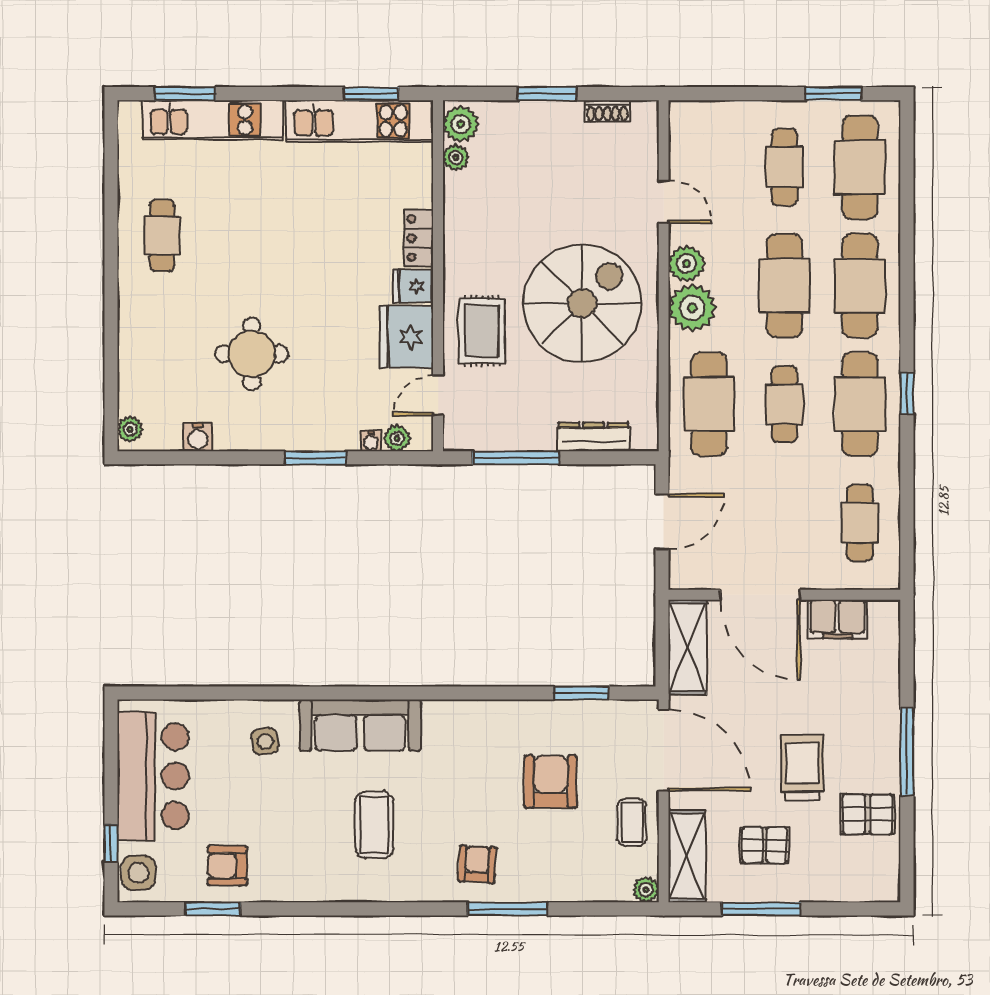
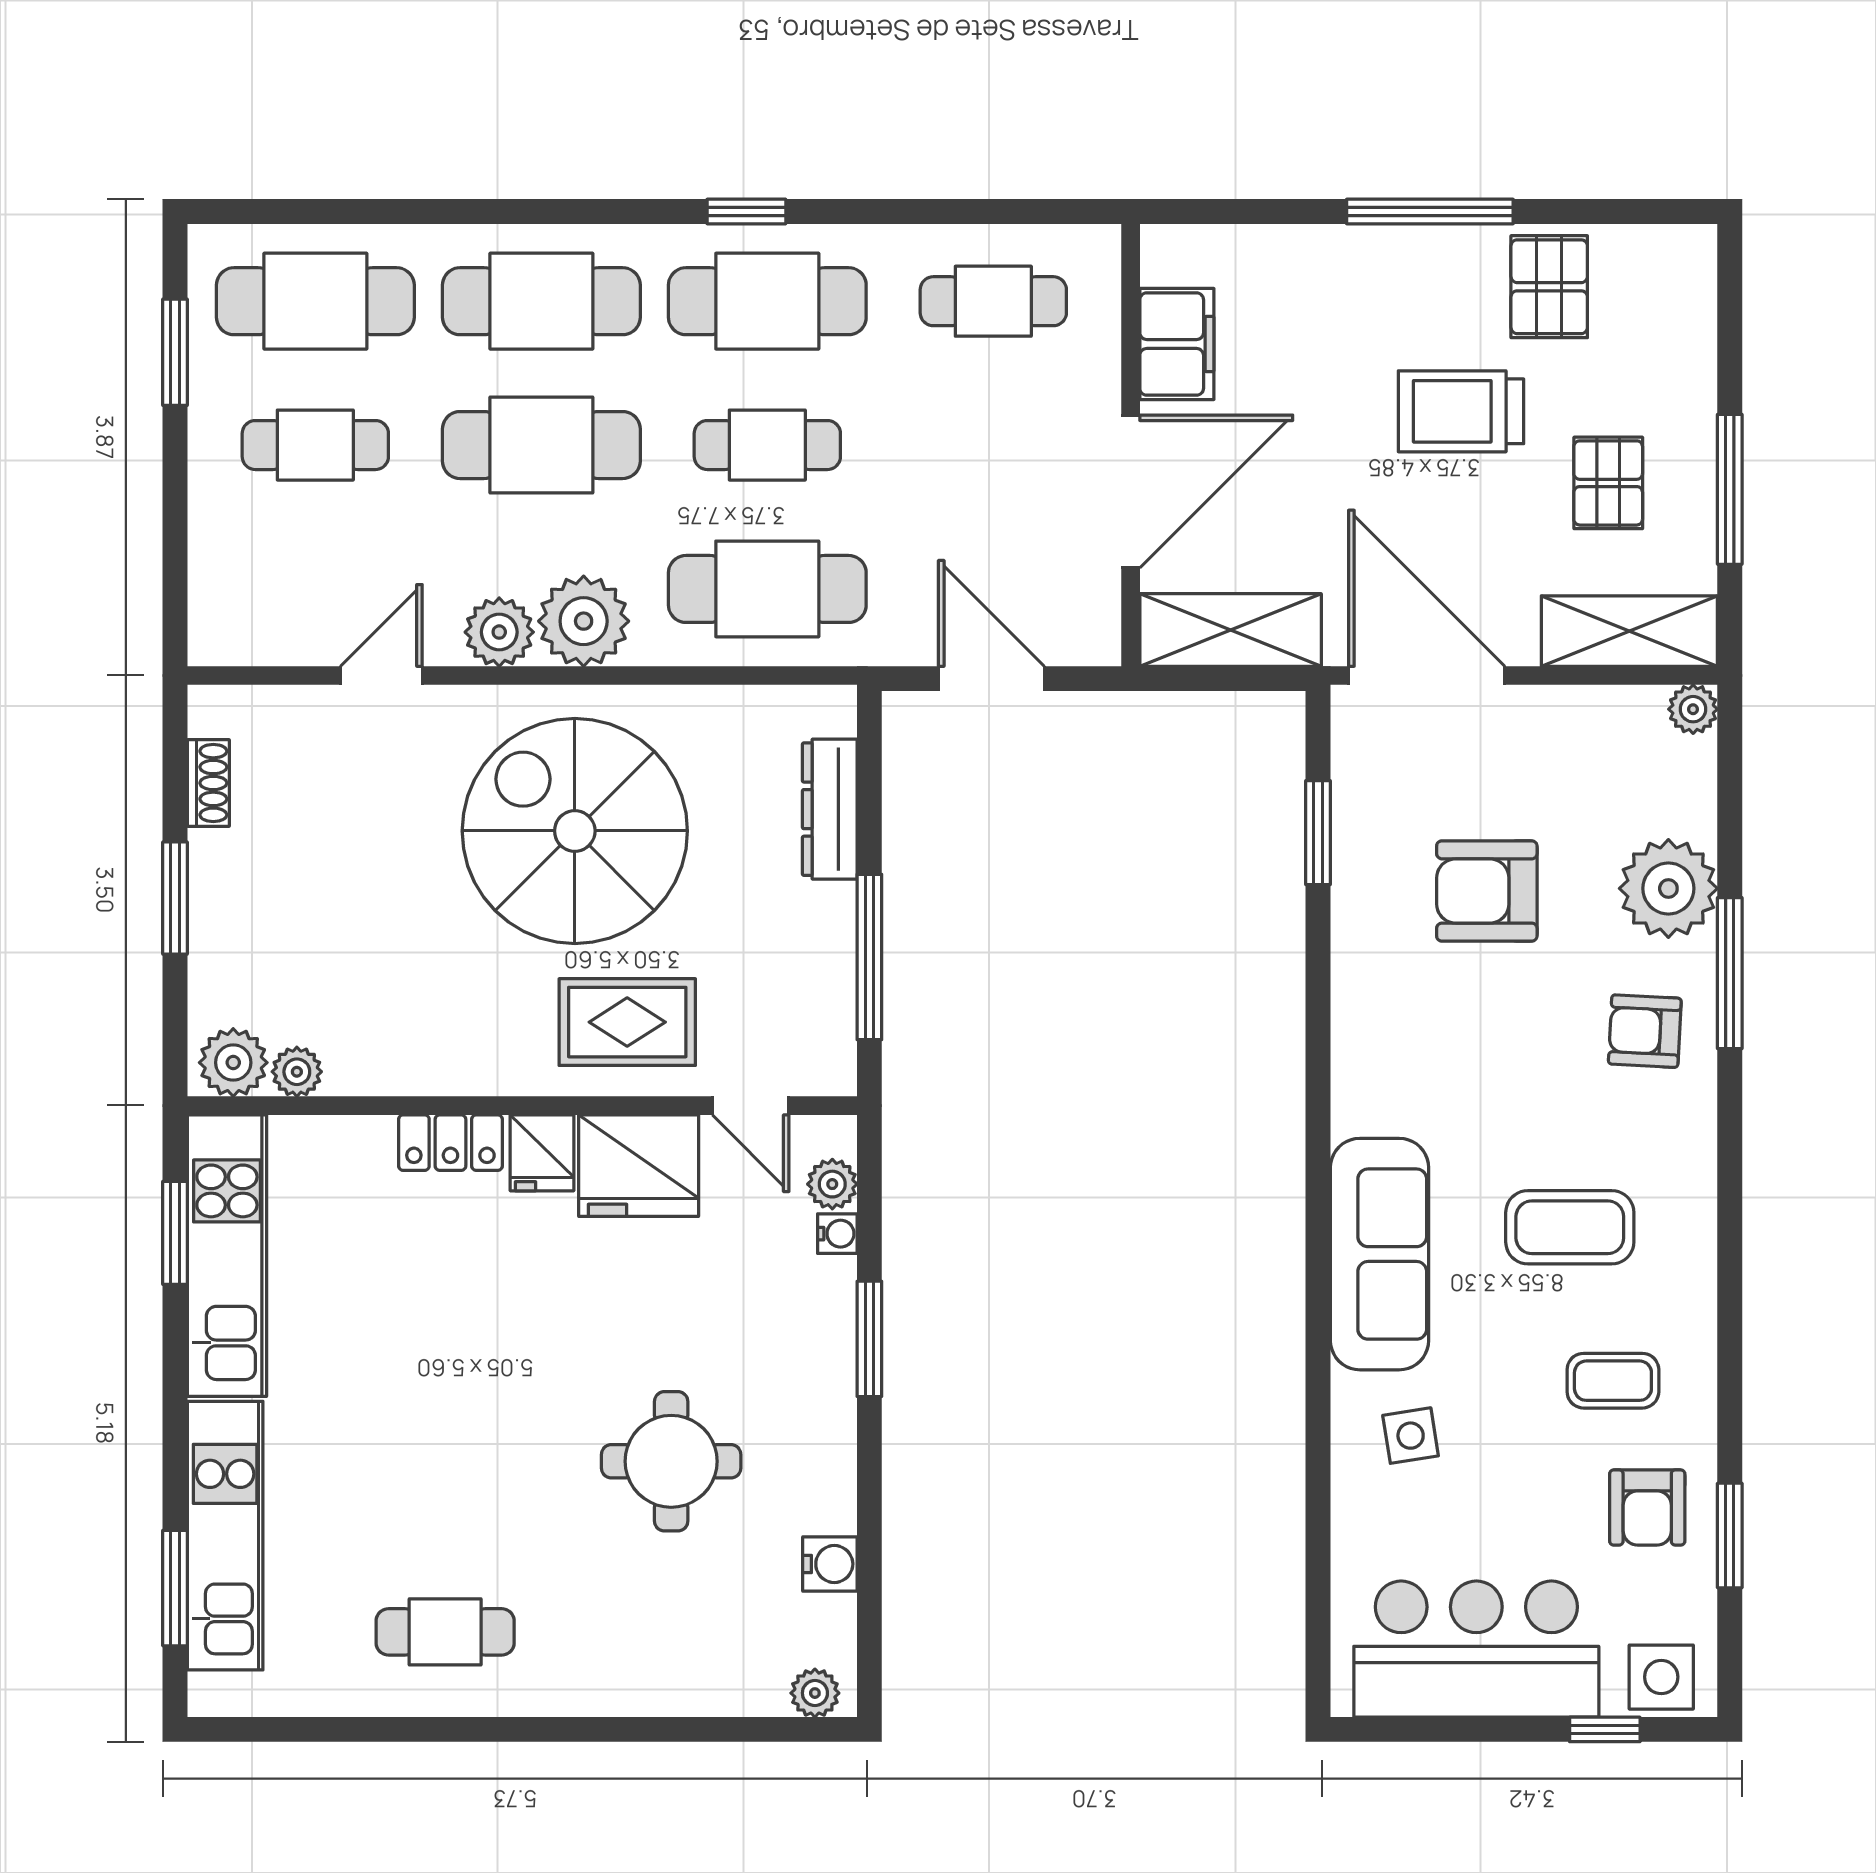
door: (664, 750) -> (1427, 676), hinge flipped
coffee table: (632, 822) -> (1613, 1381), moved
plant: (552, 877) -> (1668, 888), added

